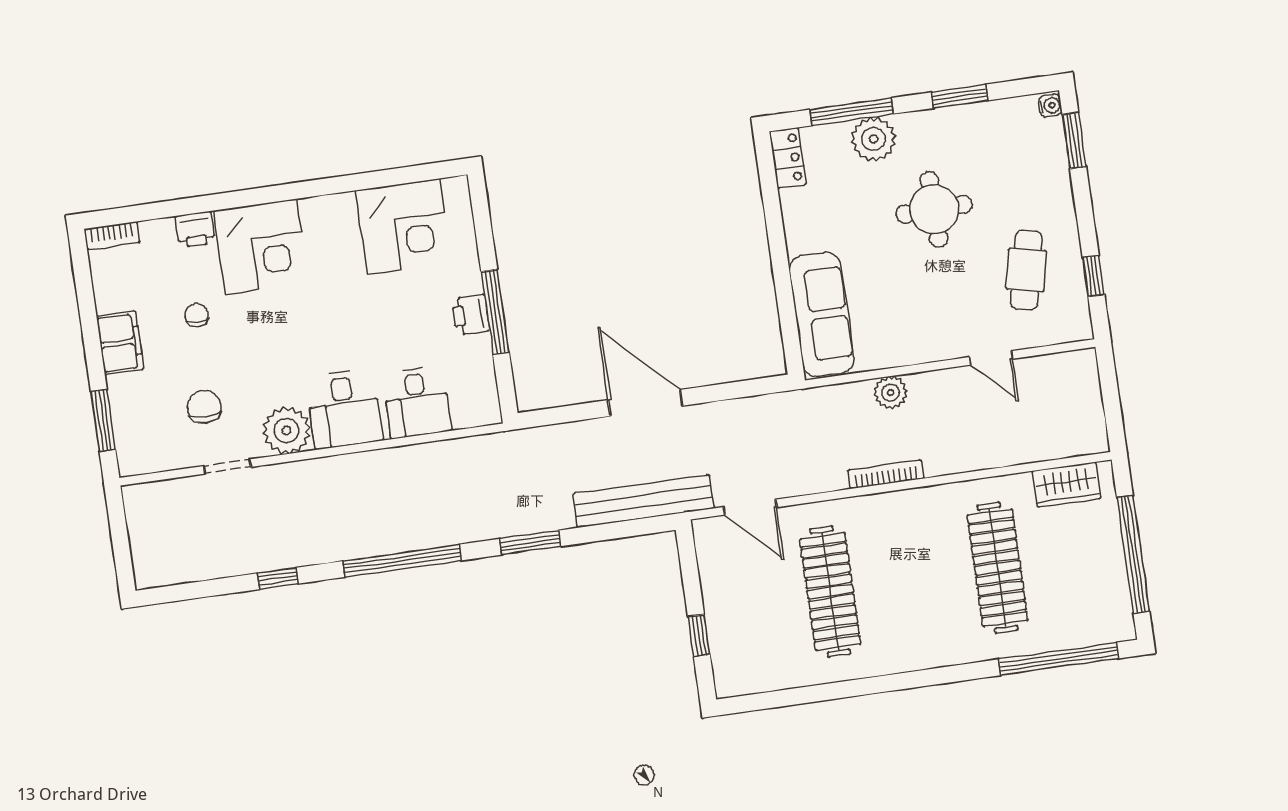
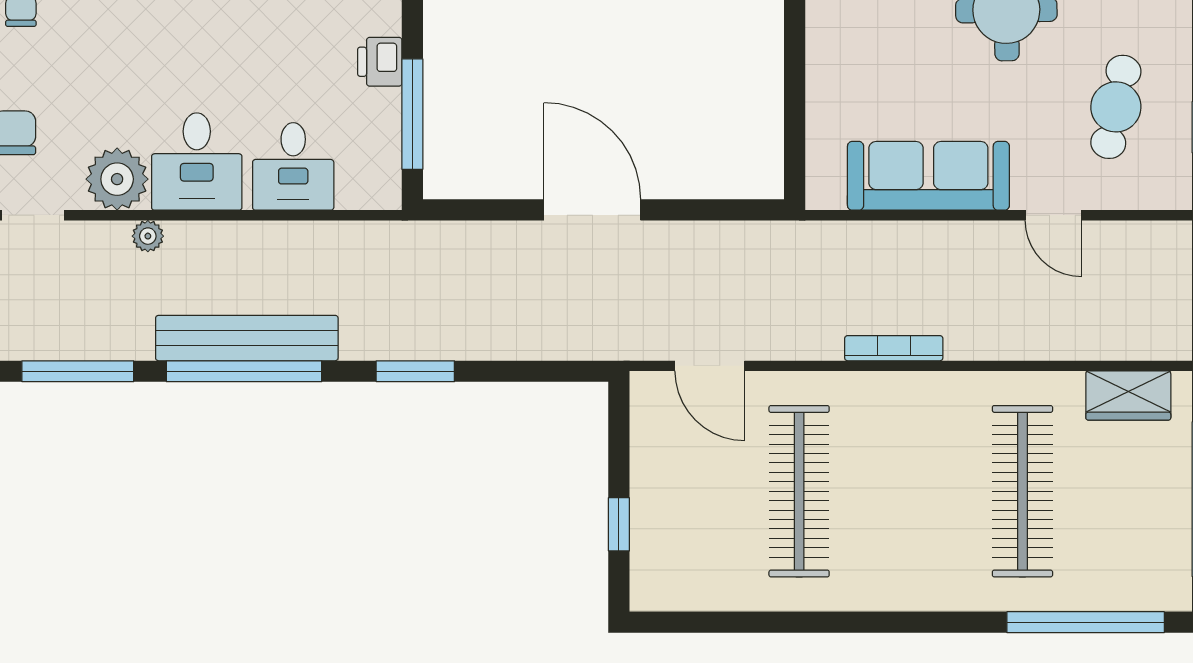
window: (495, 312) -> (412, 114), moved
sofa: (822, 314) -> (928, 176), moved, turned -90
plant: (891, 393) -> (148, 236), moved, width x0.73, depth x0.73
bench: (644, 501) -> (247, 338), moved
window: (278, 578) -> (78, 371), width x2.17

